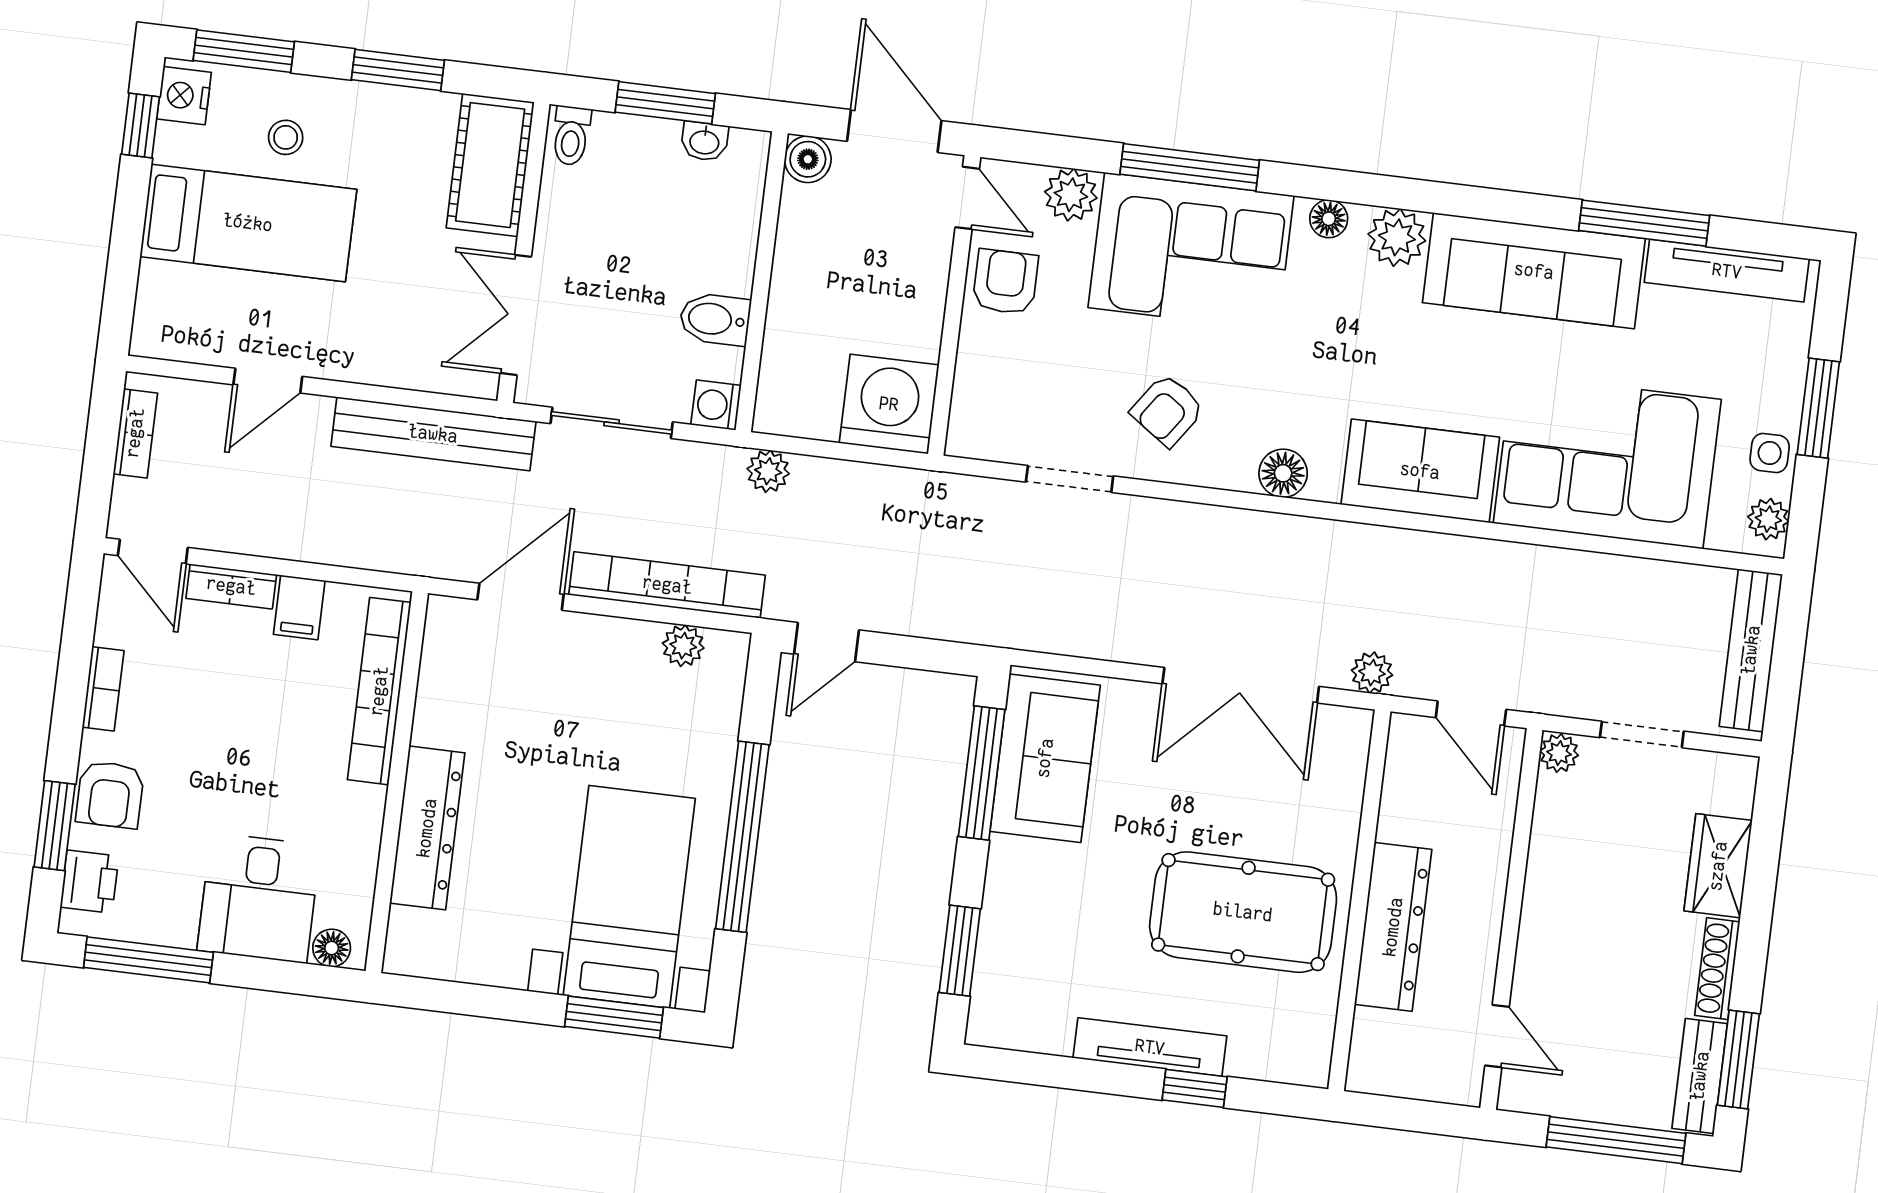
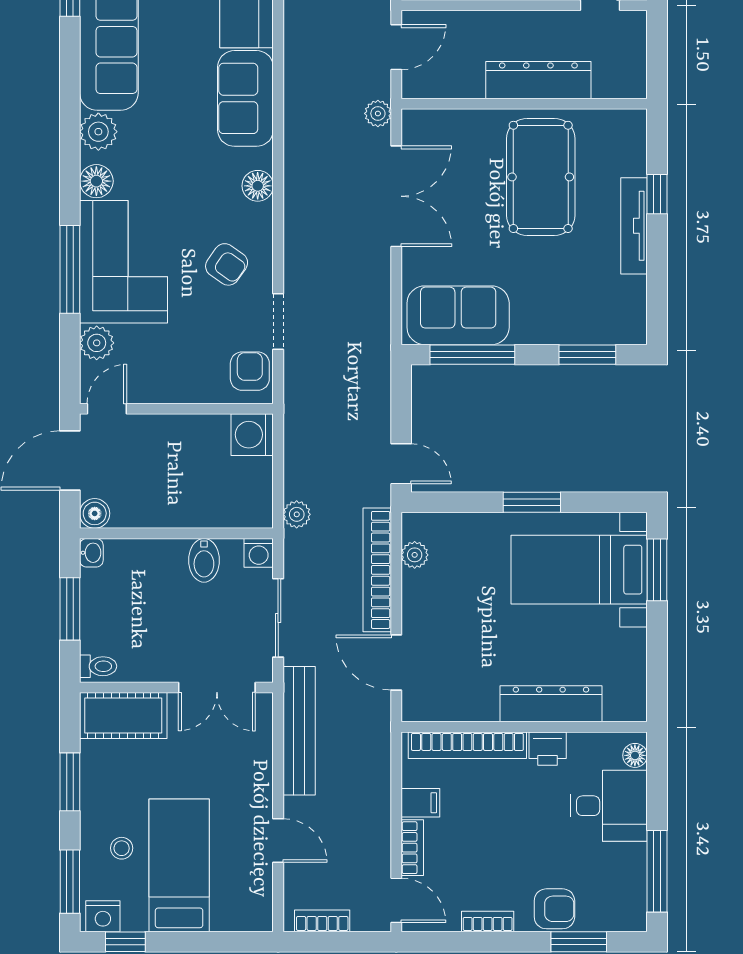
washbasin: (704, 141) -> (91, 553), moved
floor lamp: (1329, 219) -> (96, 181), width x1.37, depth x1.37
armchair: (1005, 282) -> (250, 371), moved, turned 90
washing machine: (889, 404) -> (252, 435), width x0.73, depth x0.73
door: (153, 552) -> (396, 900), hinge flipped
window: (742, 837) -> (532, 502), width x0.47
printer: (90, 882) -> (548, 749), moved, turned 180

